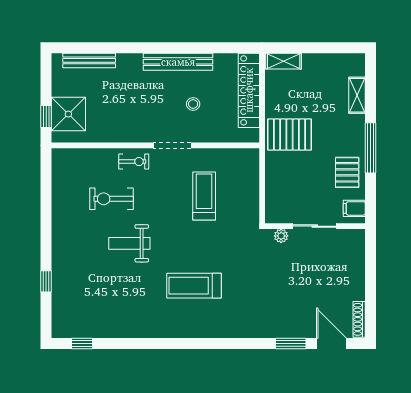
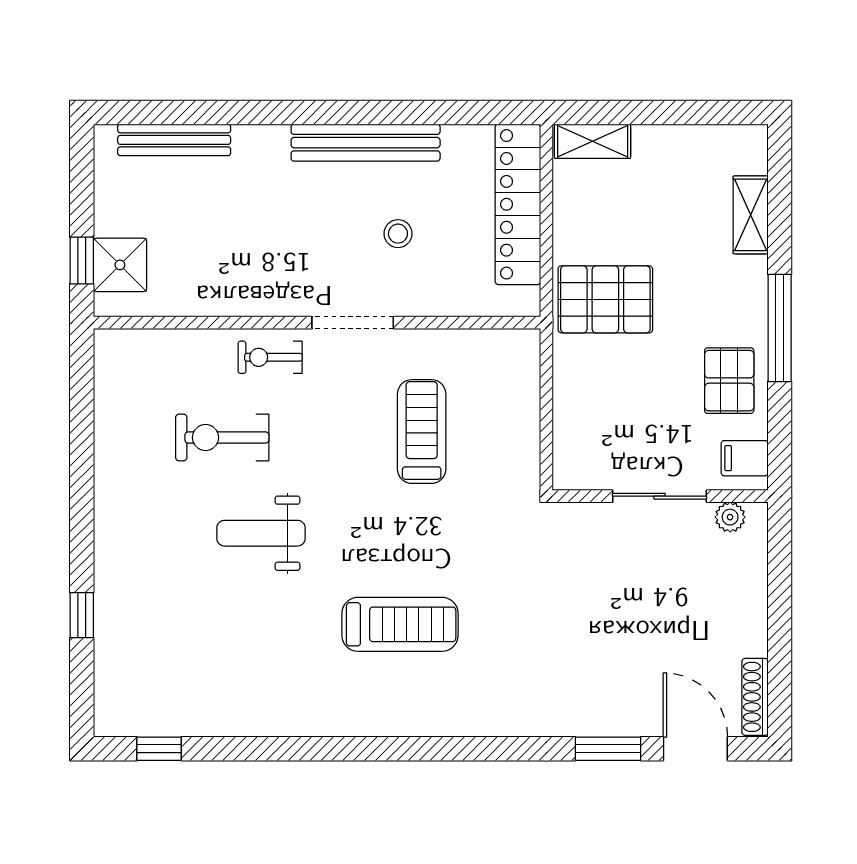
shower: (68, 114) -> (120, 265), width x0.73, depth x0.73
exercise bike: (134, 162) -> (270, 357), turned 180
plant: (281, 236) -> (730, 517), moved
treadmill: (194, 286) -> (400, 624), turned 180

